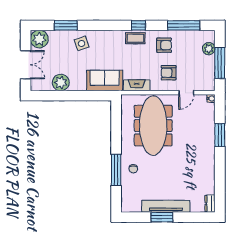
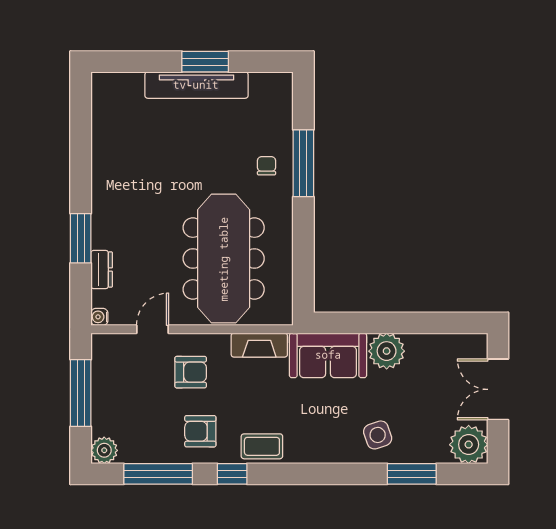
window: (138, 25) -> (232, 474), moved
plant: (209, 49) -> (104, 450), moved
plant: (61, 83) -> (387, 351), moved
dresser: (210, 204) -> (102, 270), moved

